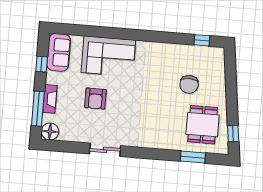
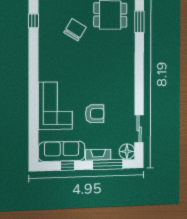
sofa: (59, 52) -> (62, 151), width x1.36
chair: (189, 84) -> (75, 30), turned -59
sliding door: (105, 150) -> (139, 129), moved

